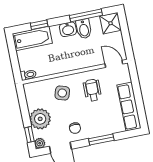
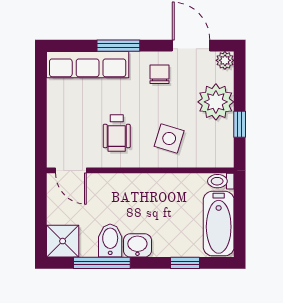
bathtub: (32, 38) -> (219, 224), moved, turned -90
row of seats: (129, 107) -> (88, 65), moved, turned 90
window: (29, 135) -> (240, 124), moved

